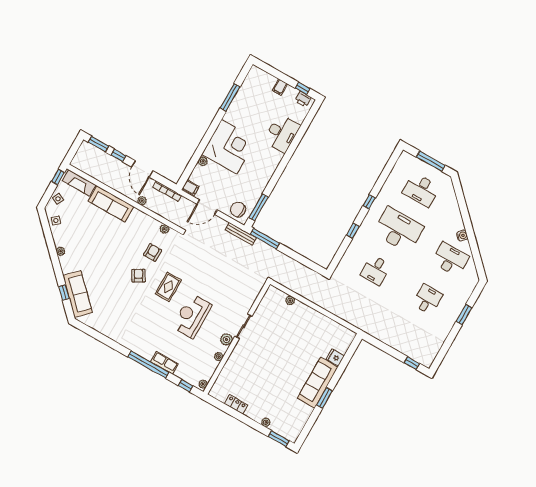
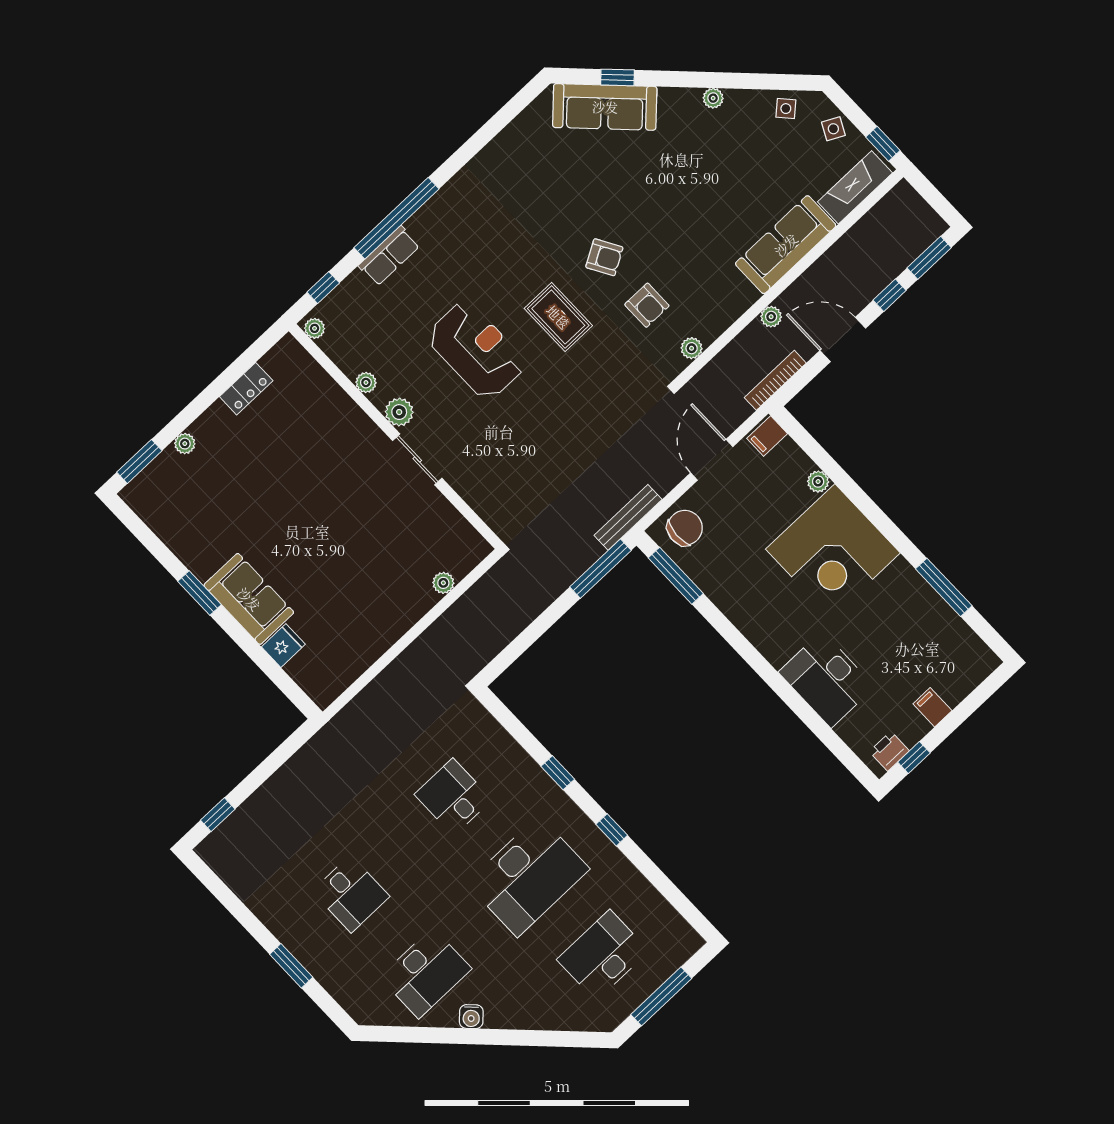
sofa: (318, 383) -> (249, 599), width x0.73

